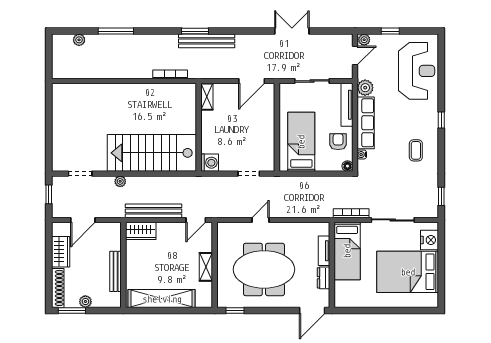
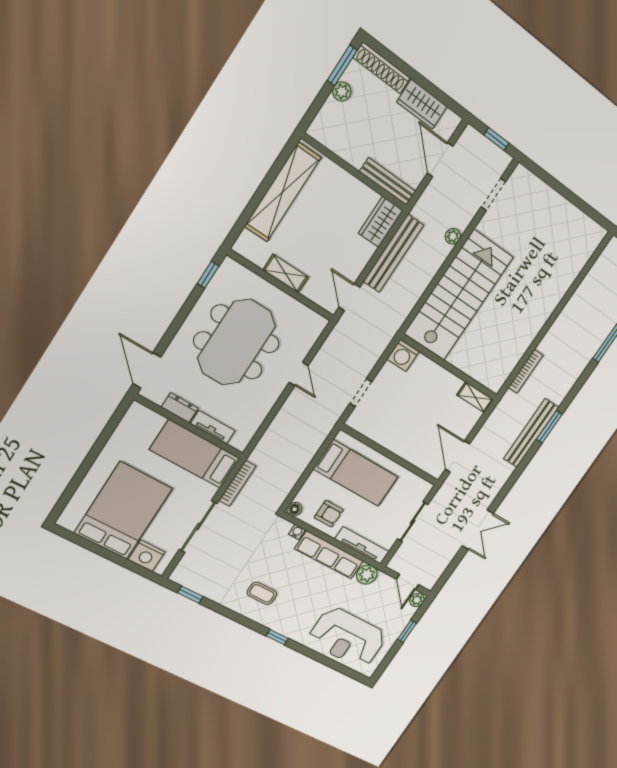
bench: (116, 271) -> (388, 181), moved

